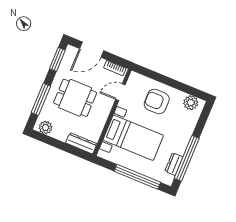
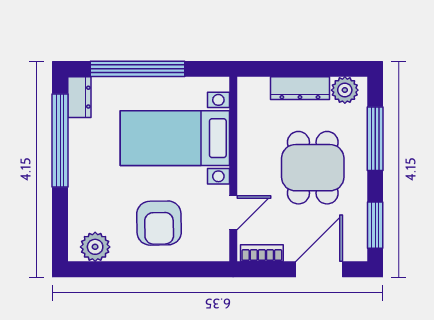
dining table: (75, 98) -> (313, 168), turned 90
armchair: (157, 101) -> (159, 223), turned 89
dresser: (81, 143) -> (300, 88), moved
dresser: (174, 164) -> (79, 97), moved

